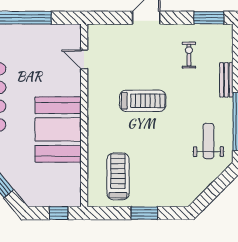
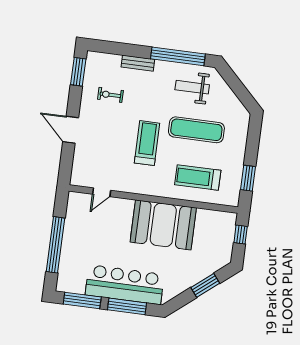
exercise mat: (164, 151) -> (196, 130), added
treadmill: (118, 176) -> (198, 178), moved
window: (144, 213) -> (248, 178), moved

